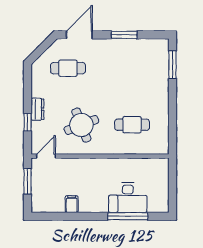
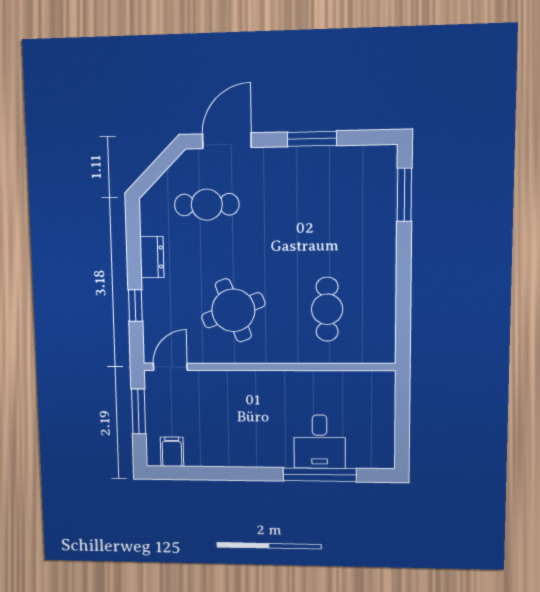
dresser: (37, 109) -> (152, 257), moved
cafe table: (132, 125) -> (327, 309), turned 90
desk: (128, 198) -> (320, 442), width x0.73
filing cabinet: (72, 204) -> (172, 452), moved

